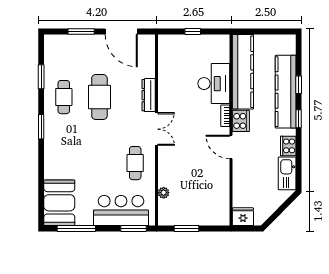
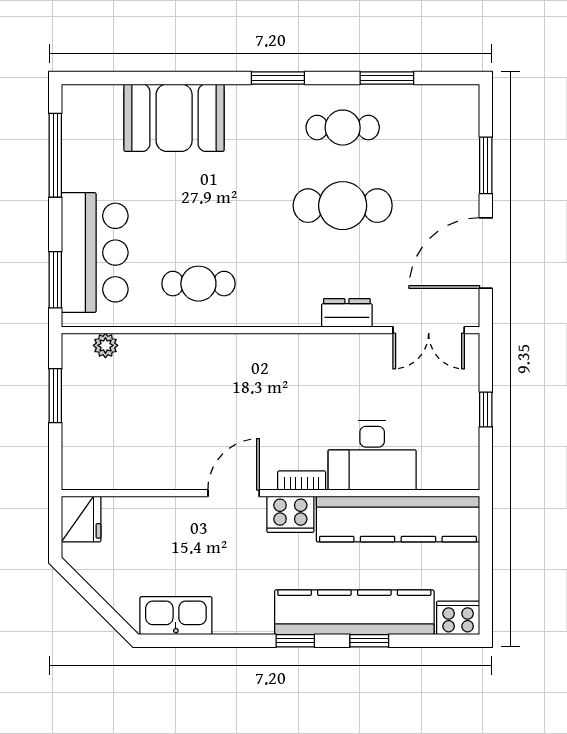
dresser: (149, 95) -> (347, 313), width x0.70
double door: (156, 129) -> (429, 330), moved
cooker: (288, 146) -> (458, 618), moved
plant: (164, 193) -> (105, 345), moved
booth: (59, 203) -> (174, 118), moved

